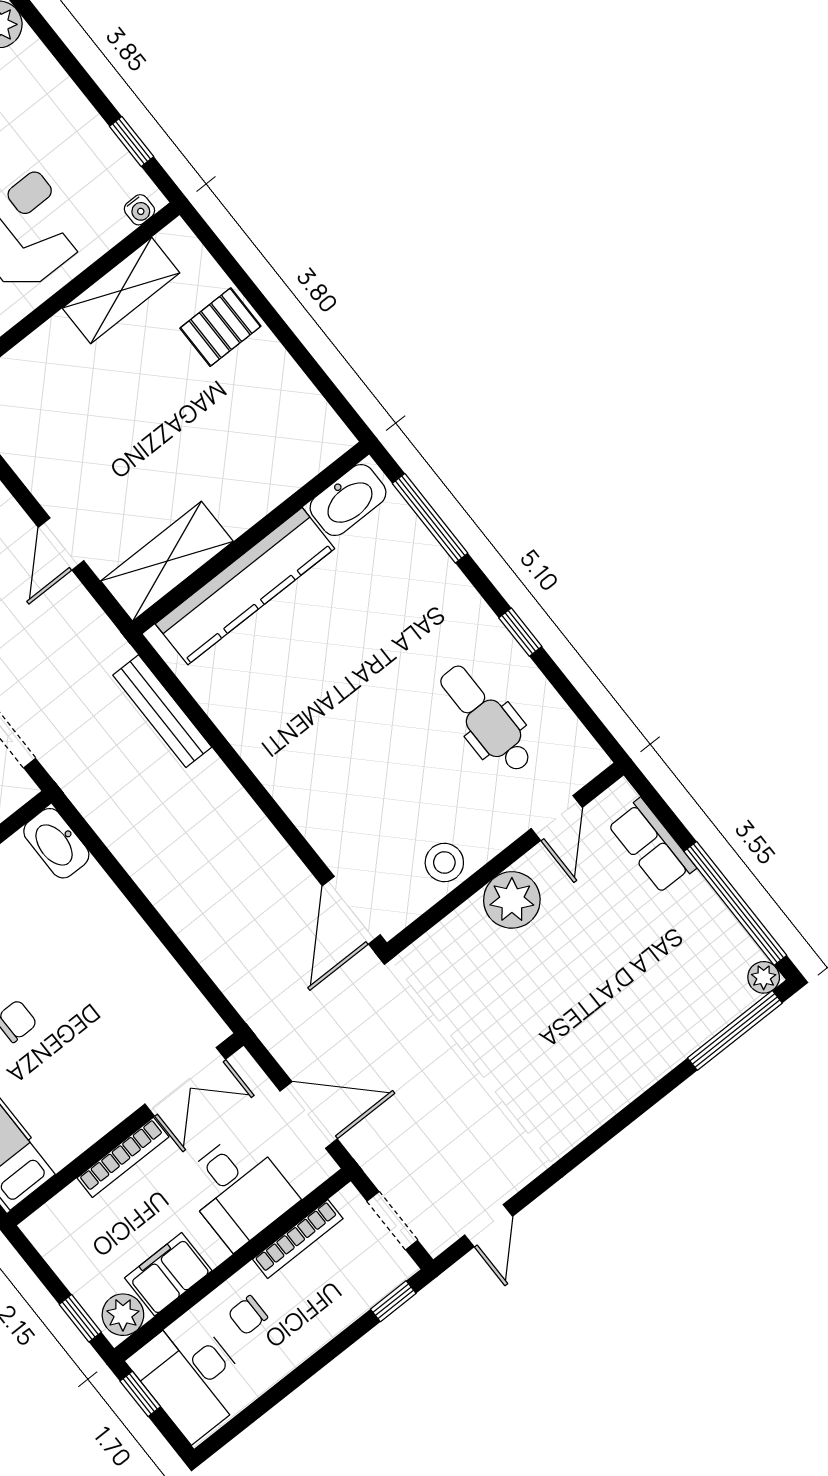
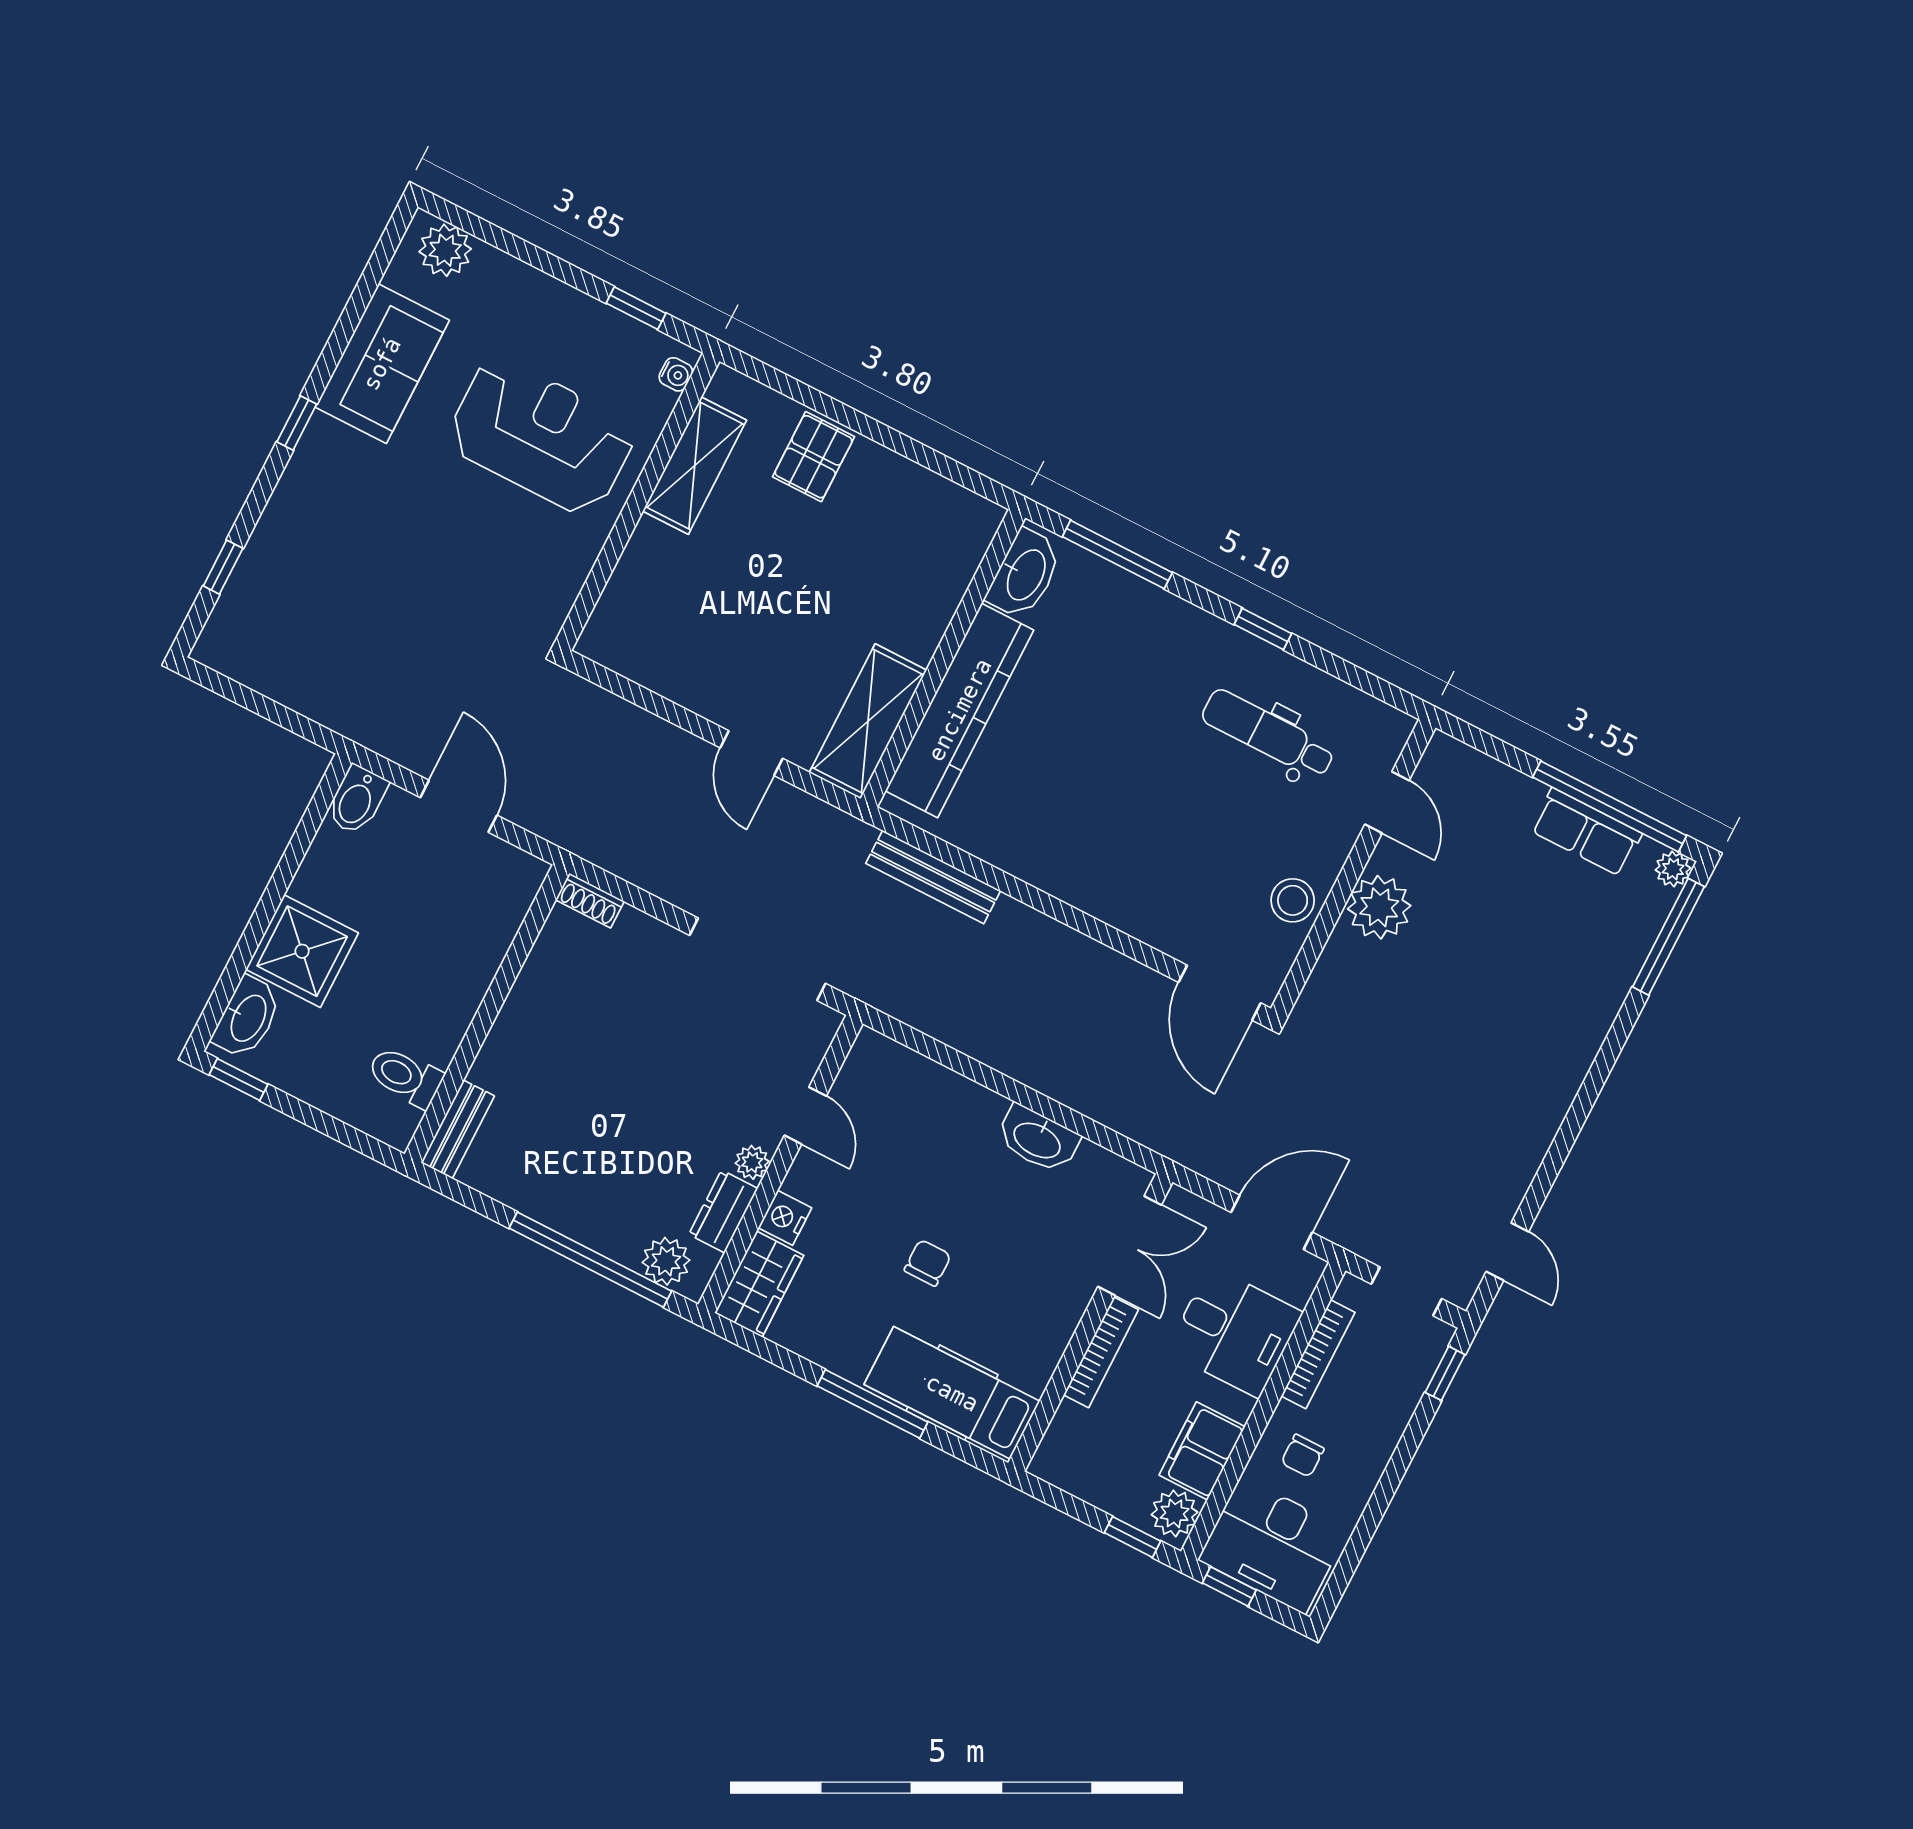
washbasin: (56, 843) -> (1038, 1139), moved
row of seats: (652, 846) -> (1586, 832), moved

